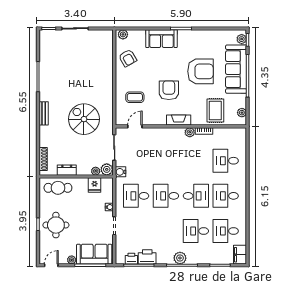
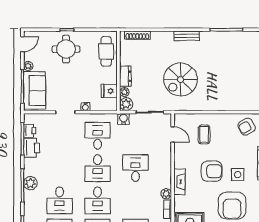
side table: (172, 66) -> (238, 175), added
spiral stairs: (84, 119) -> (181, 79), turned 180
desk: (166, 161) -> (136, 168), added
dresser: (67, 170) -> (125, 76), moved
desk: (166, 196) -> (98, 168), turned 180
desk: (196, 231) -> (60, 200), turned 180
door: (51, 265) -> (22, 44), hinge flipped

